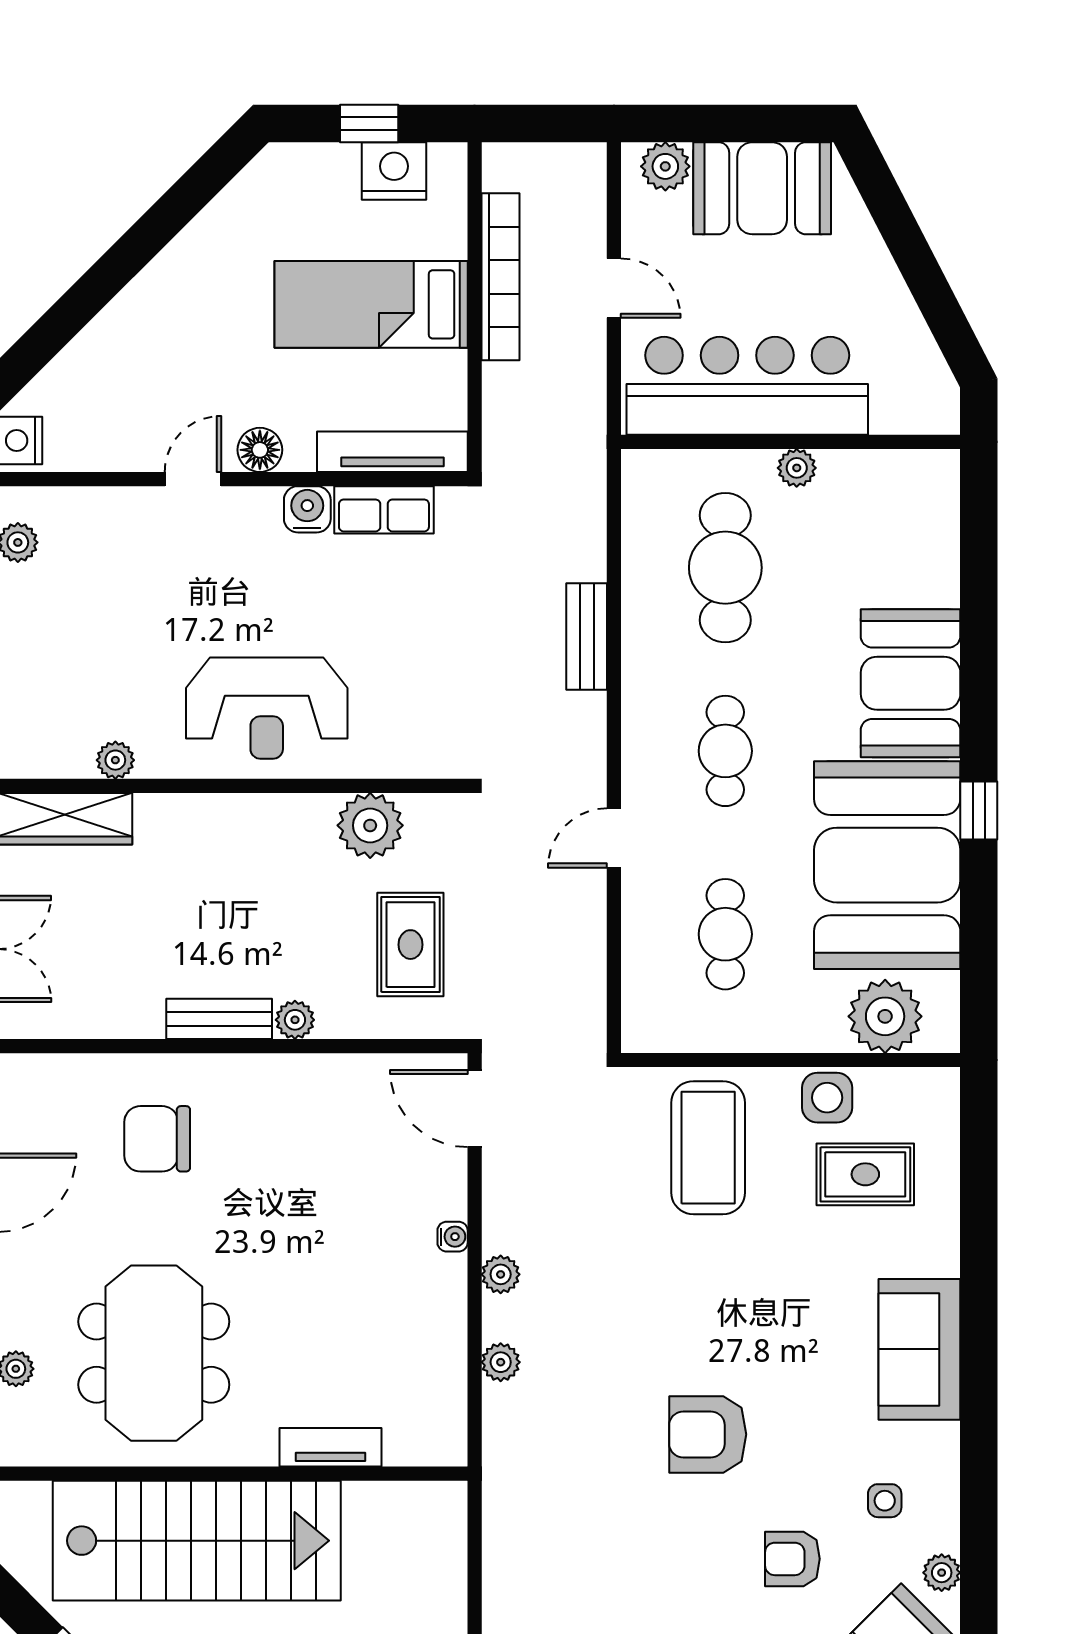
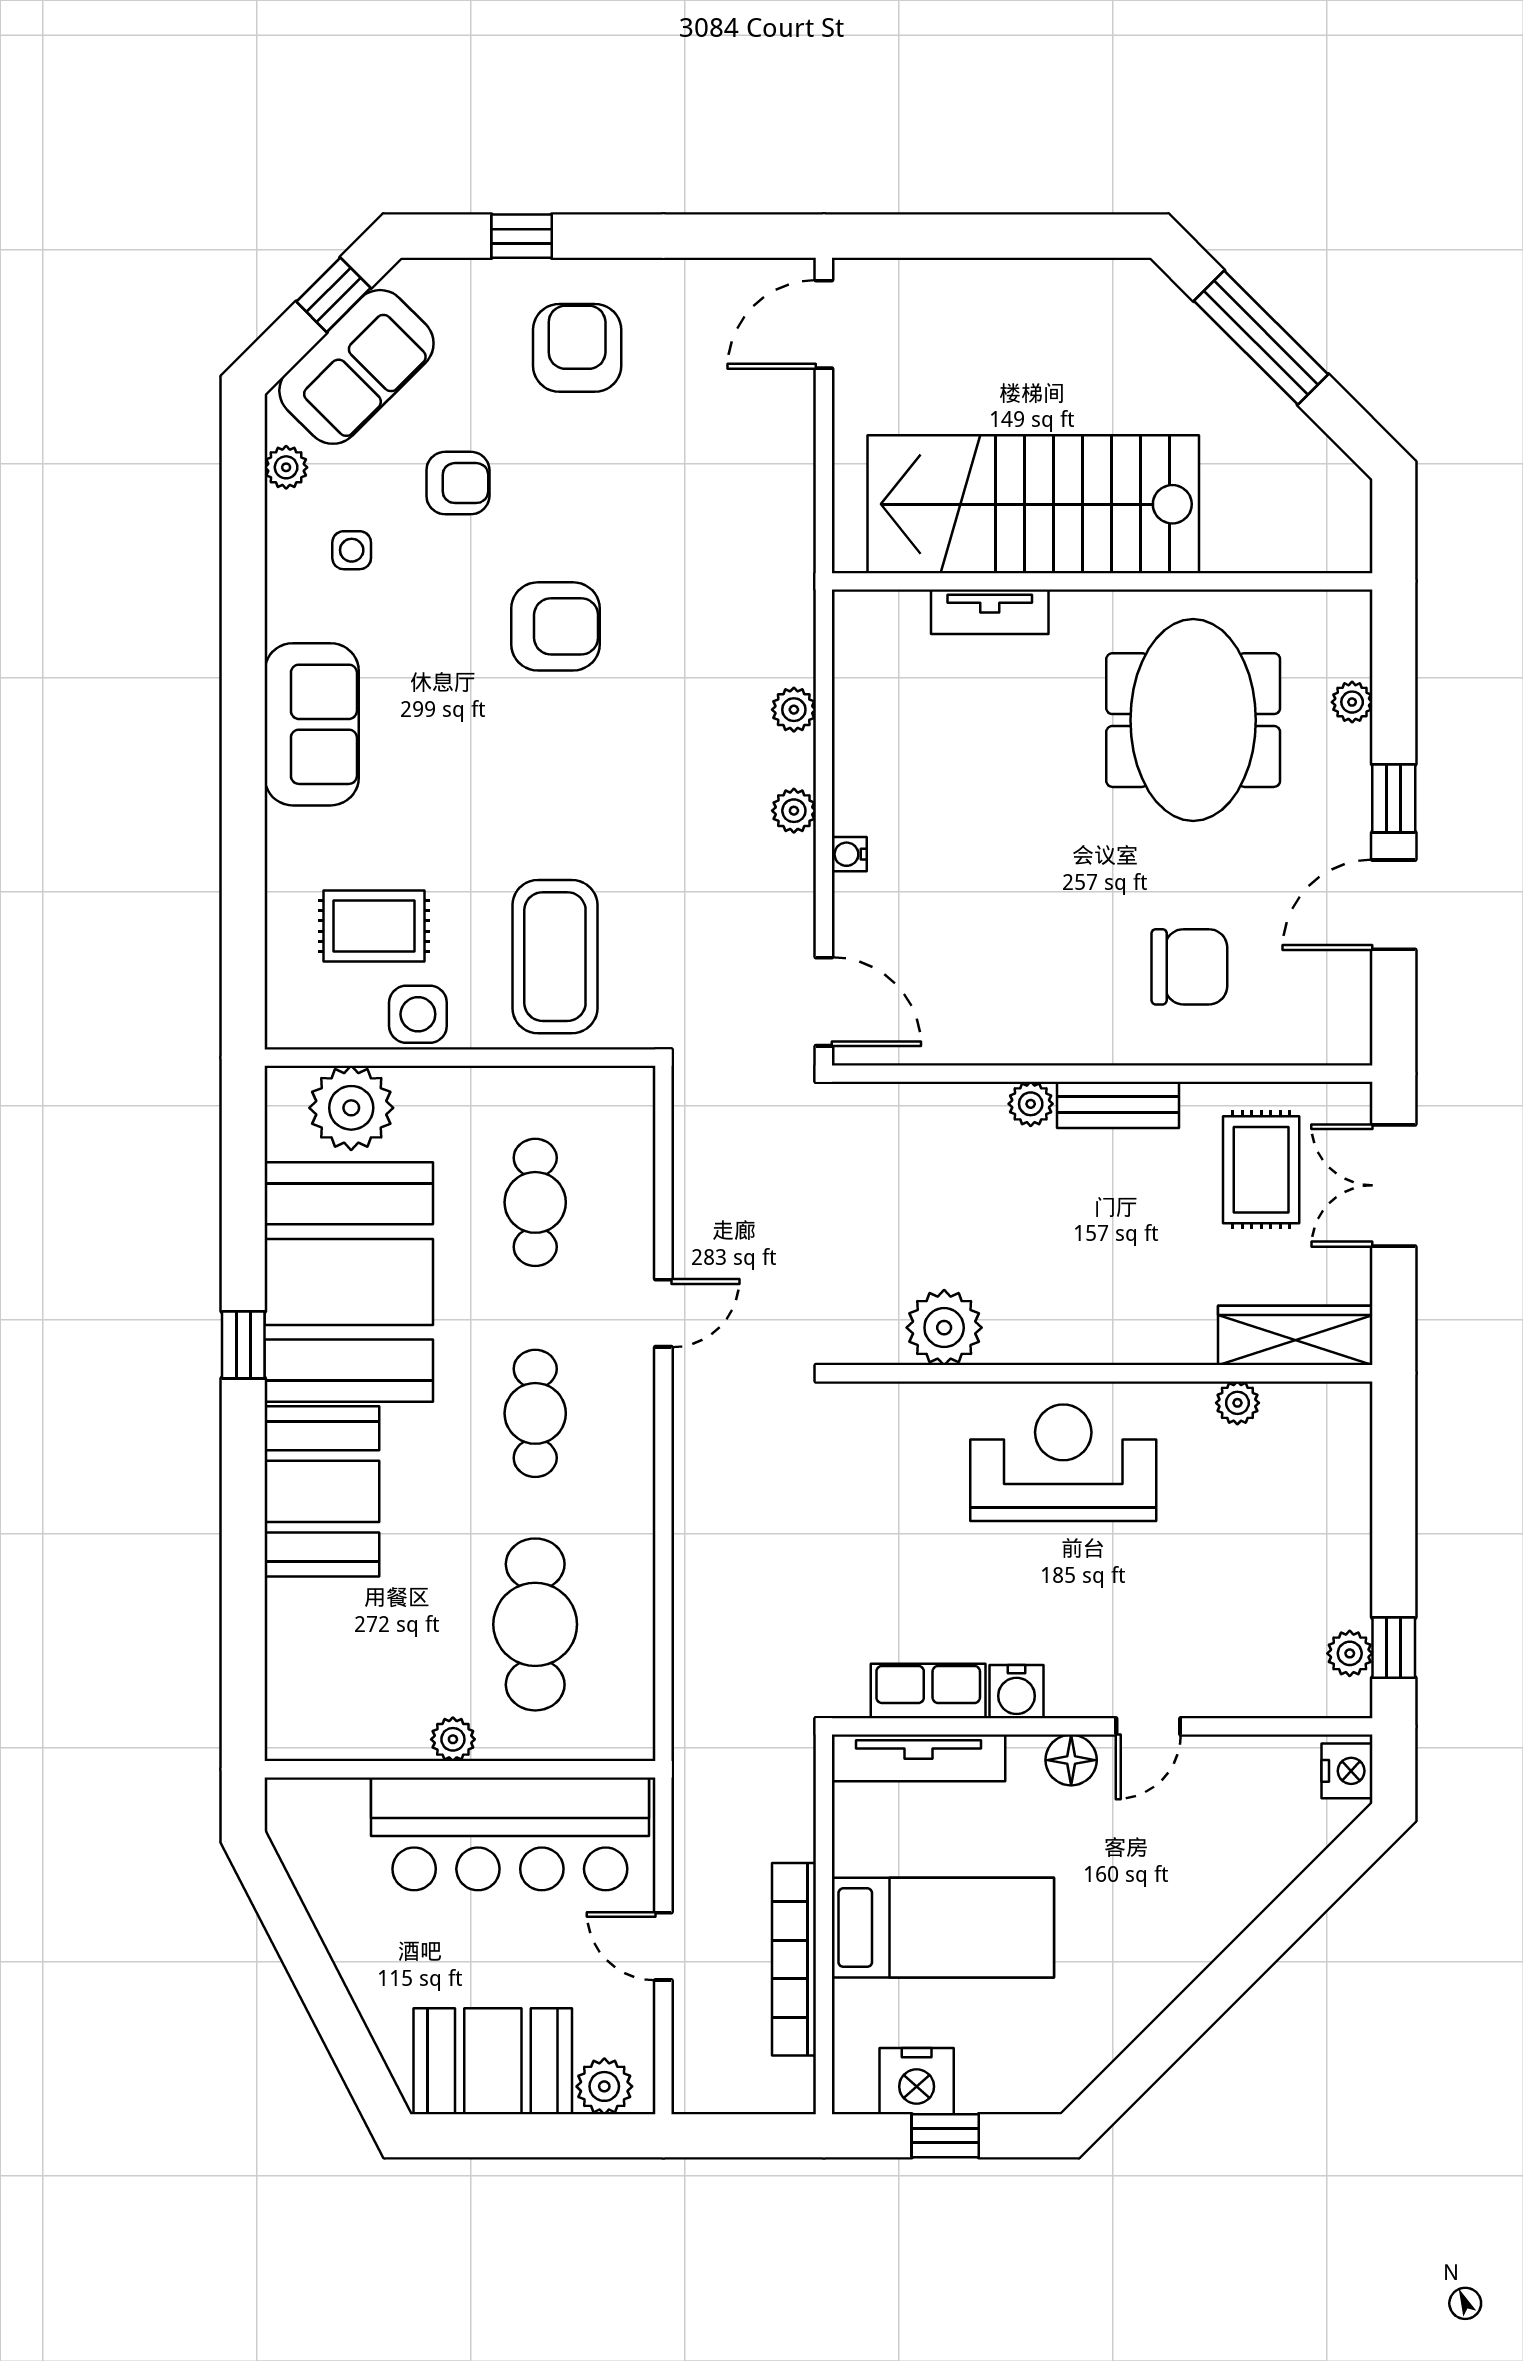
bench: (587, 636) -> (695, 1545), removed
rug: (410, 945) -> (1261, 1170), moved
stairs: (197, 1541) -> (1033, 504), moved

